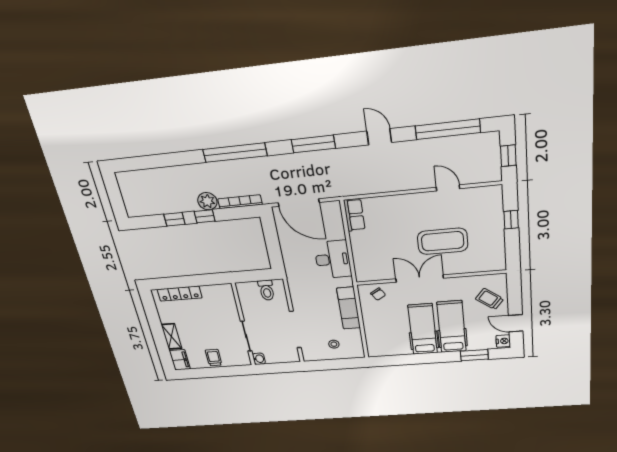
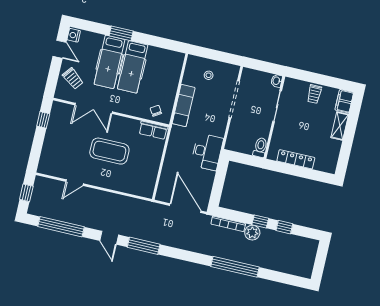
window: (313, 144) -> (144, 246), moved
window: (235, 153) -> (235, 267), moved
door: (448, 188) -> (75, 183), hinge flipped
row of seats: (354, 215) -> (153, 130), moved, turned -90
window: (511, 220) -> (43, 120), moved
coffee table: (443, 241) -> (109, 151), moved
desk: (333, 259) -> (207, 152), moved, turned 180
double door: (420, 279) -> (94, 108), moved
toilet: (267, 290) -> (260, 147), moved
locker: (180, 294) -> (296, 159), moved
window: (474, 355) -> (121, 33), moved

